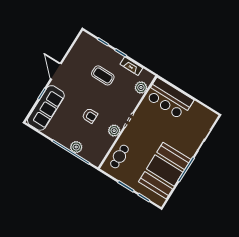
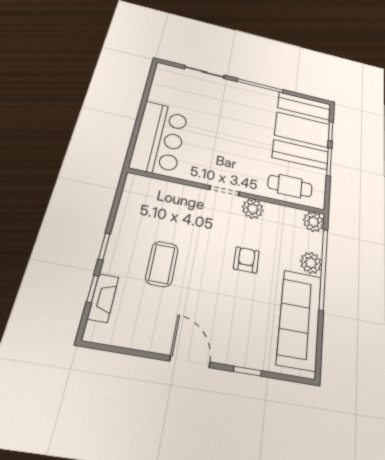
fireplace: (131, 66) -> (103, 298), moved
door: (56, 71) -> (190, 362), swing flipped
plant: (141, 87) -> (313, 222), moved
sofa: (46, 108) -> (299, 319), moved, turned -90
booth: (165, 171) -> (302, 130), moved, turned 90

